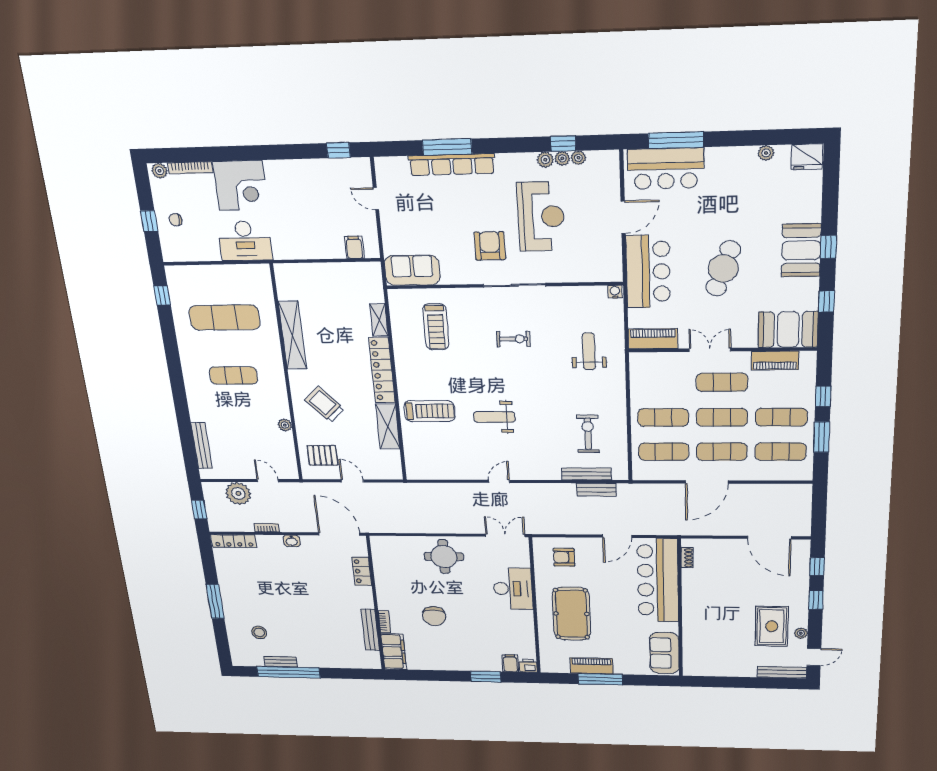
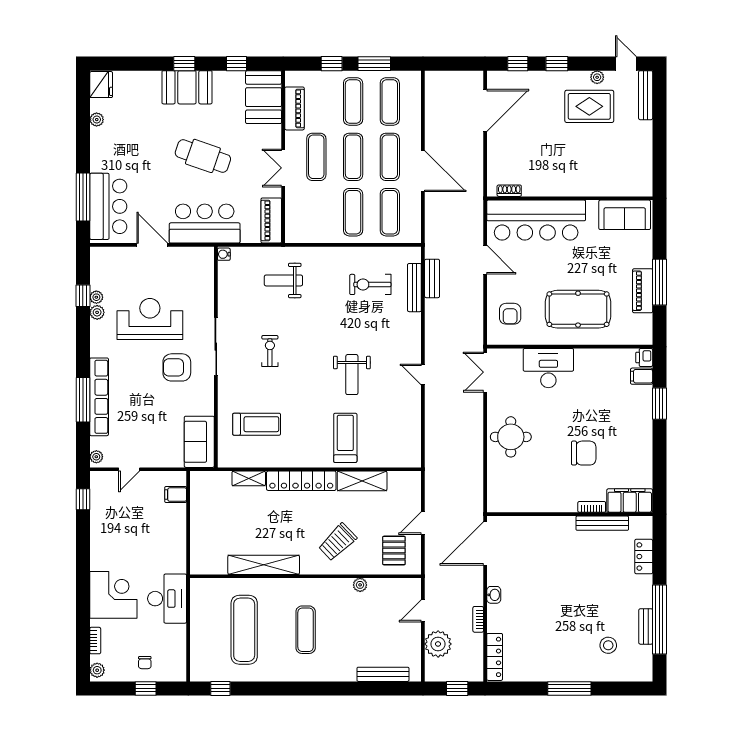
plant: (578, 158) -> (96, 457), moved
bookcase: (190, 168) -> (95, 641), width x0.64
locker: (362, 571) -> (644, 557), moved, turned 90

